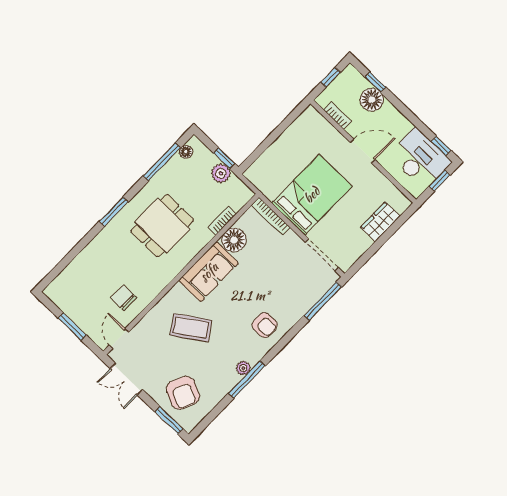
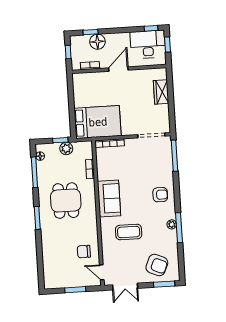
bed: (312, 195) -> (98, 122), moved, turned 90
floor lamp: (234, 240) -> (105, 172), removed
coffee table: (191, 328) -> (129, 232), turned 34

